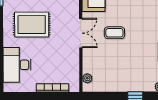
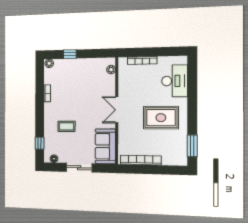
coffee table: (114, 33) -> (66, 126), moved

